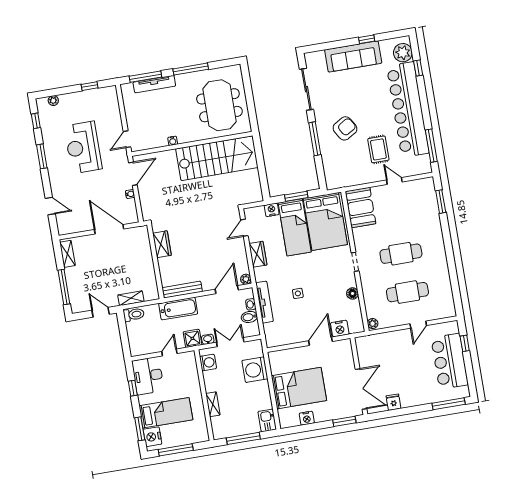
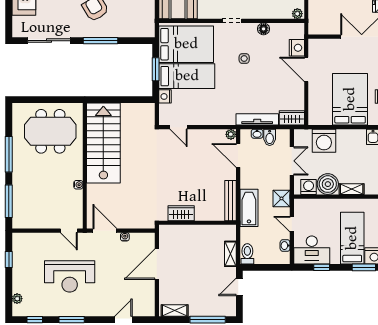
tv unit: (154, 84) -> (18, 194), removed
wardrobe: (258, 254) -> (292, 118), moved
side table: (298, 293) -> (244, 59), moved
washbasin: (208, 339) -> (285, 246), moved
double door: (230, 342) -> (292, 161), swing flipped
boiler: (214, 380) -> (328, 184), added

